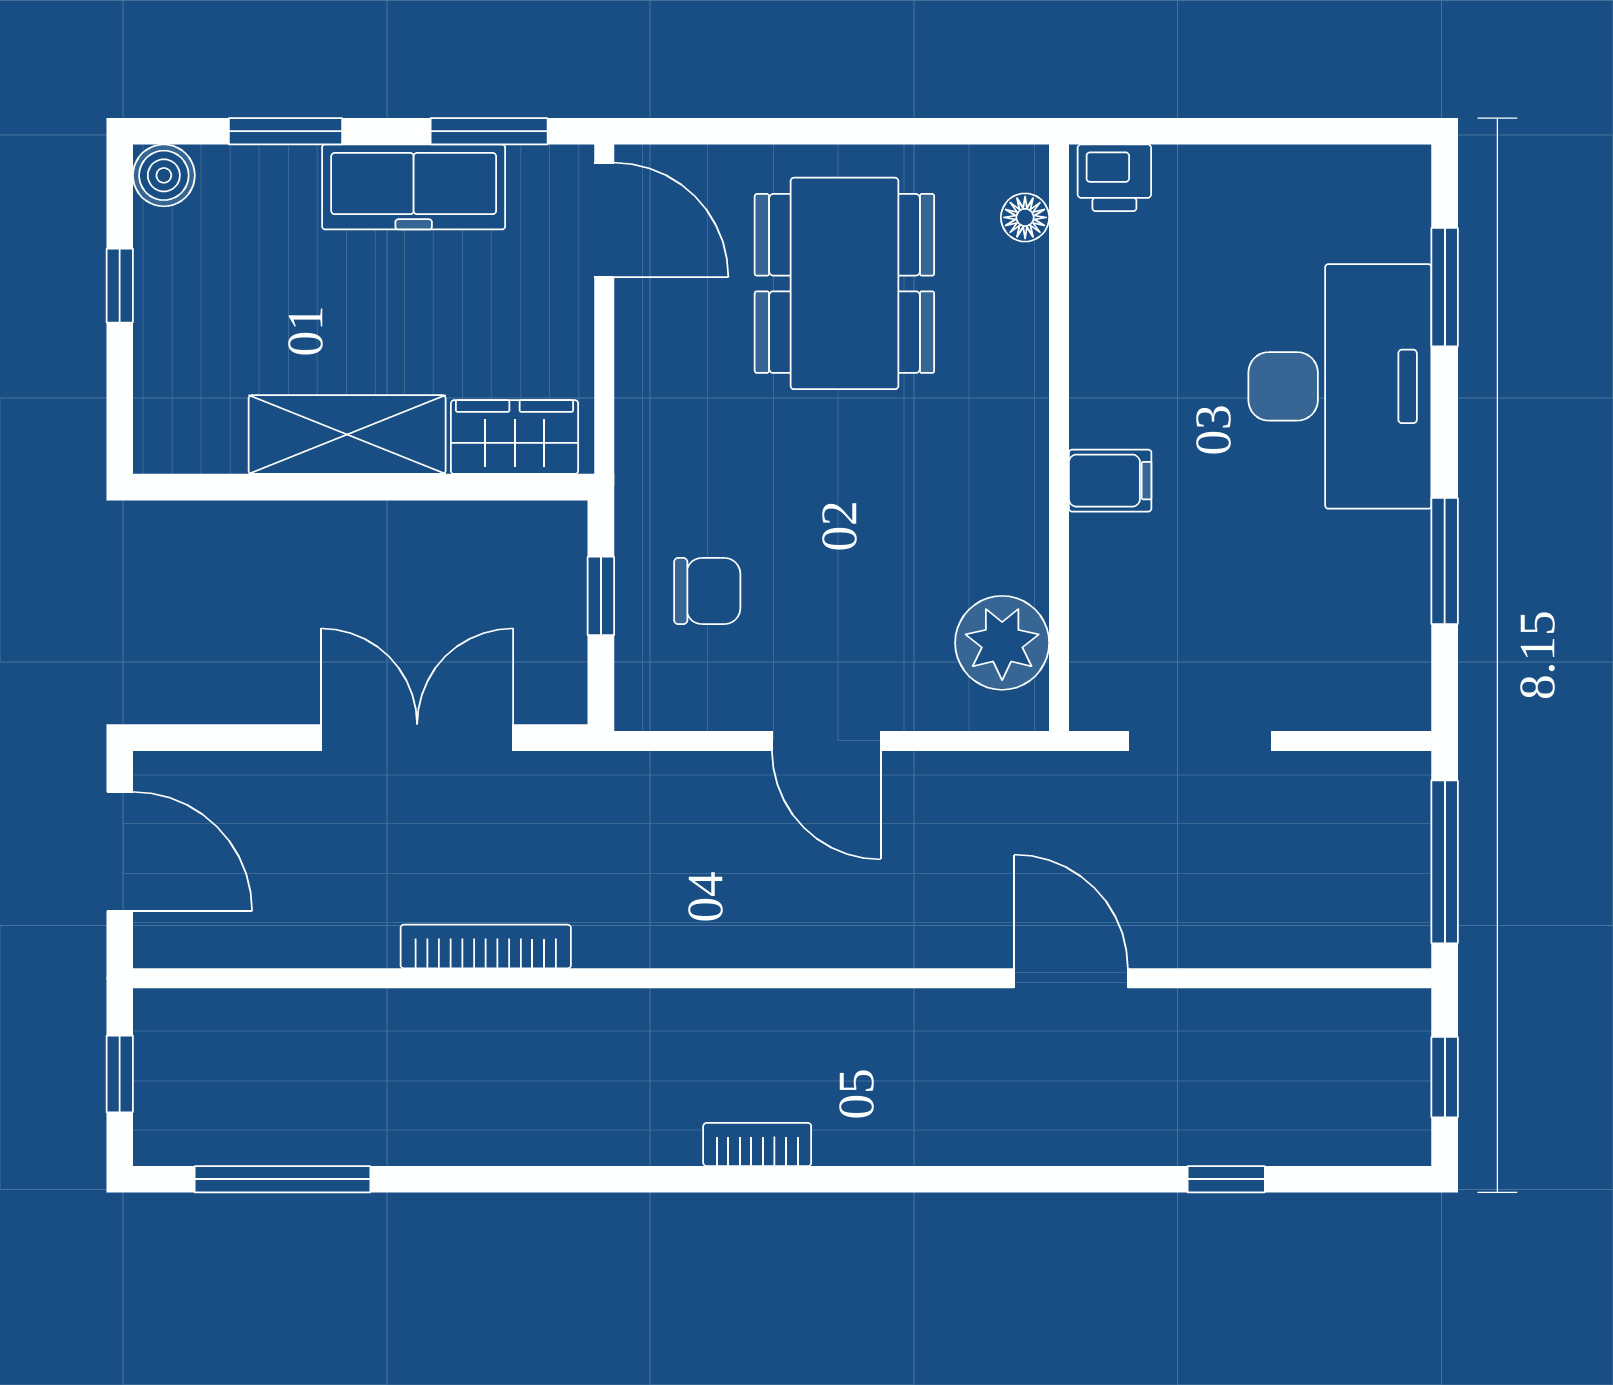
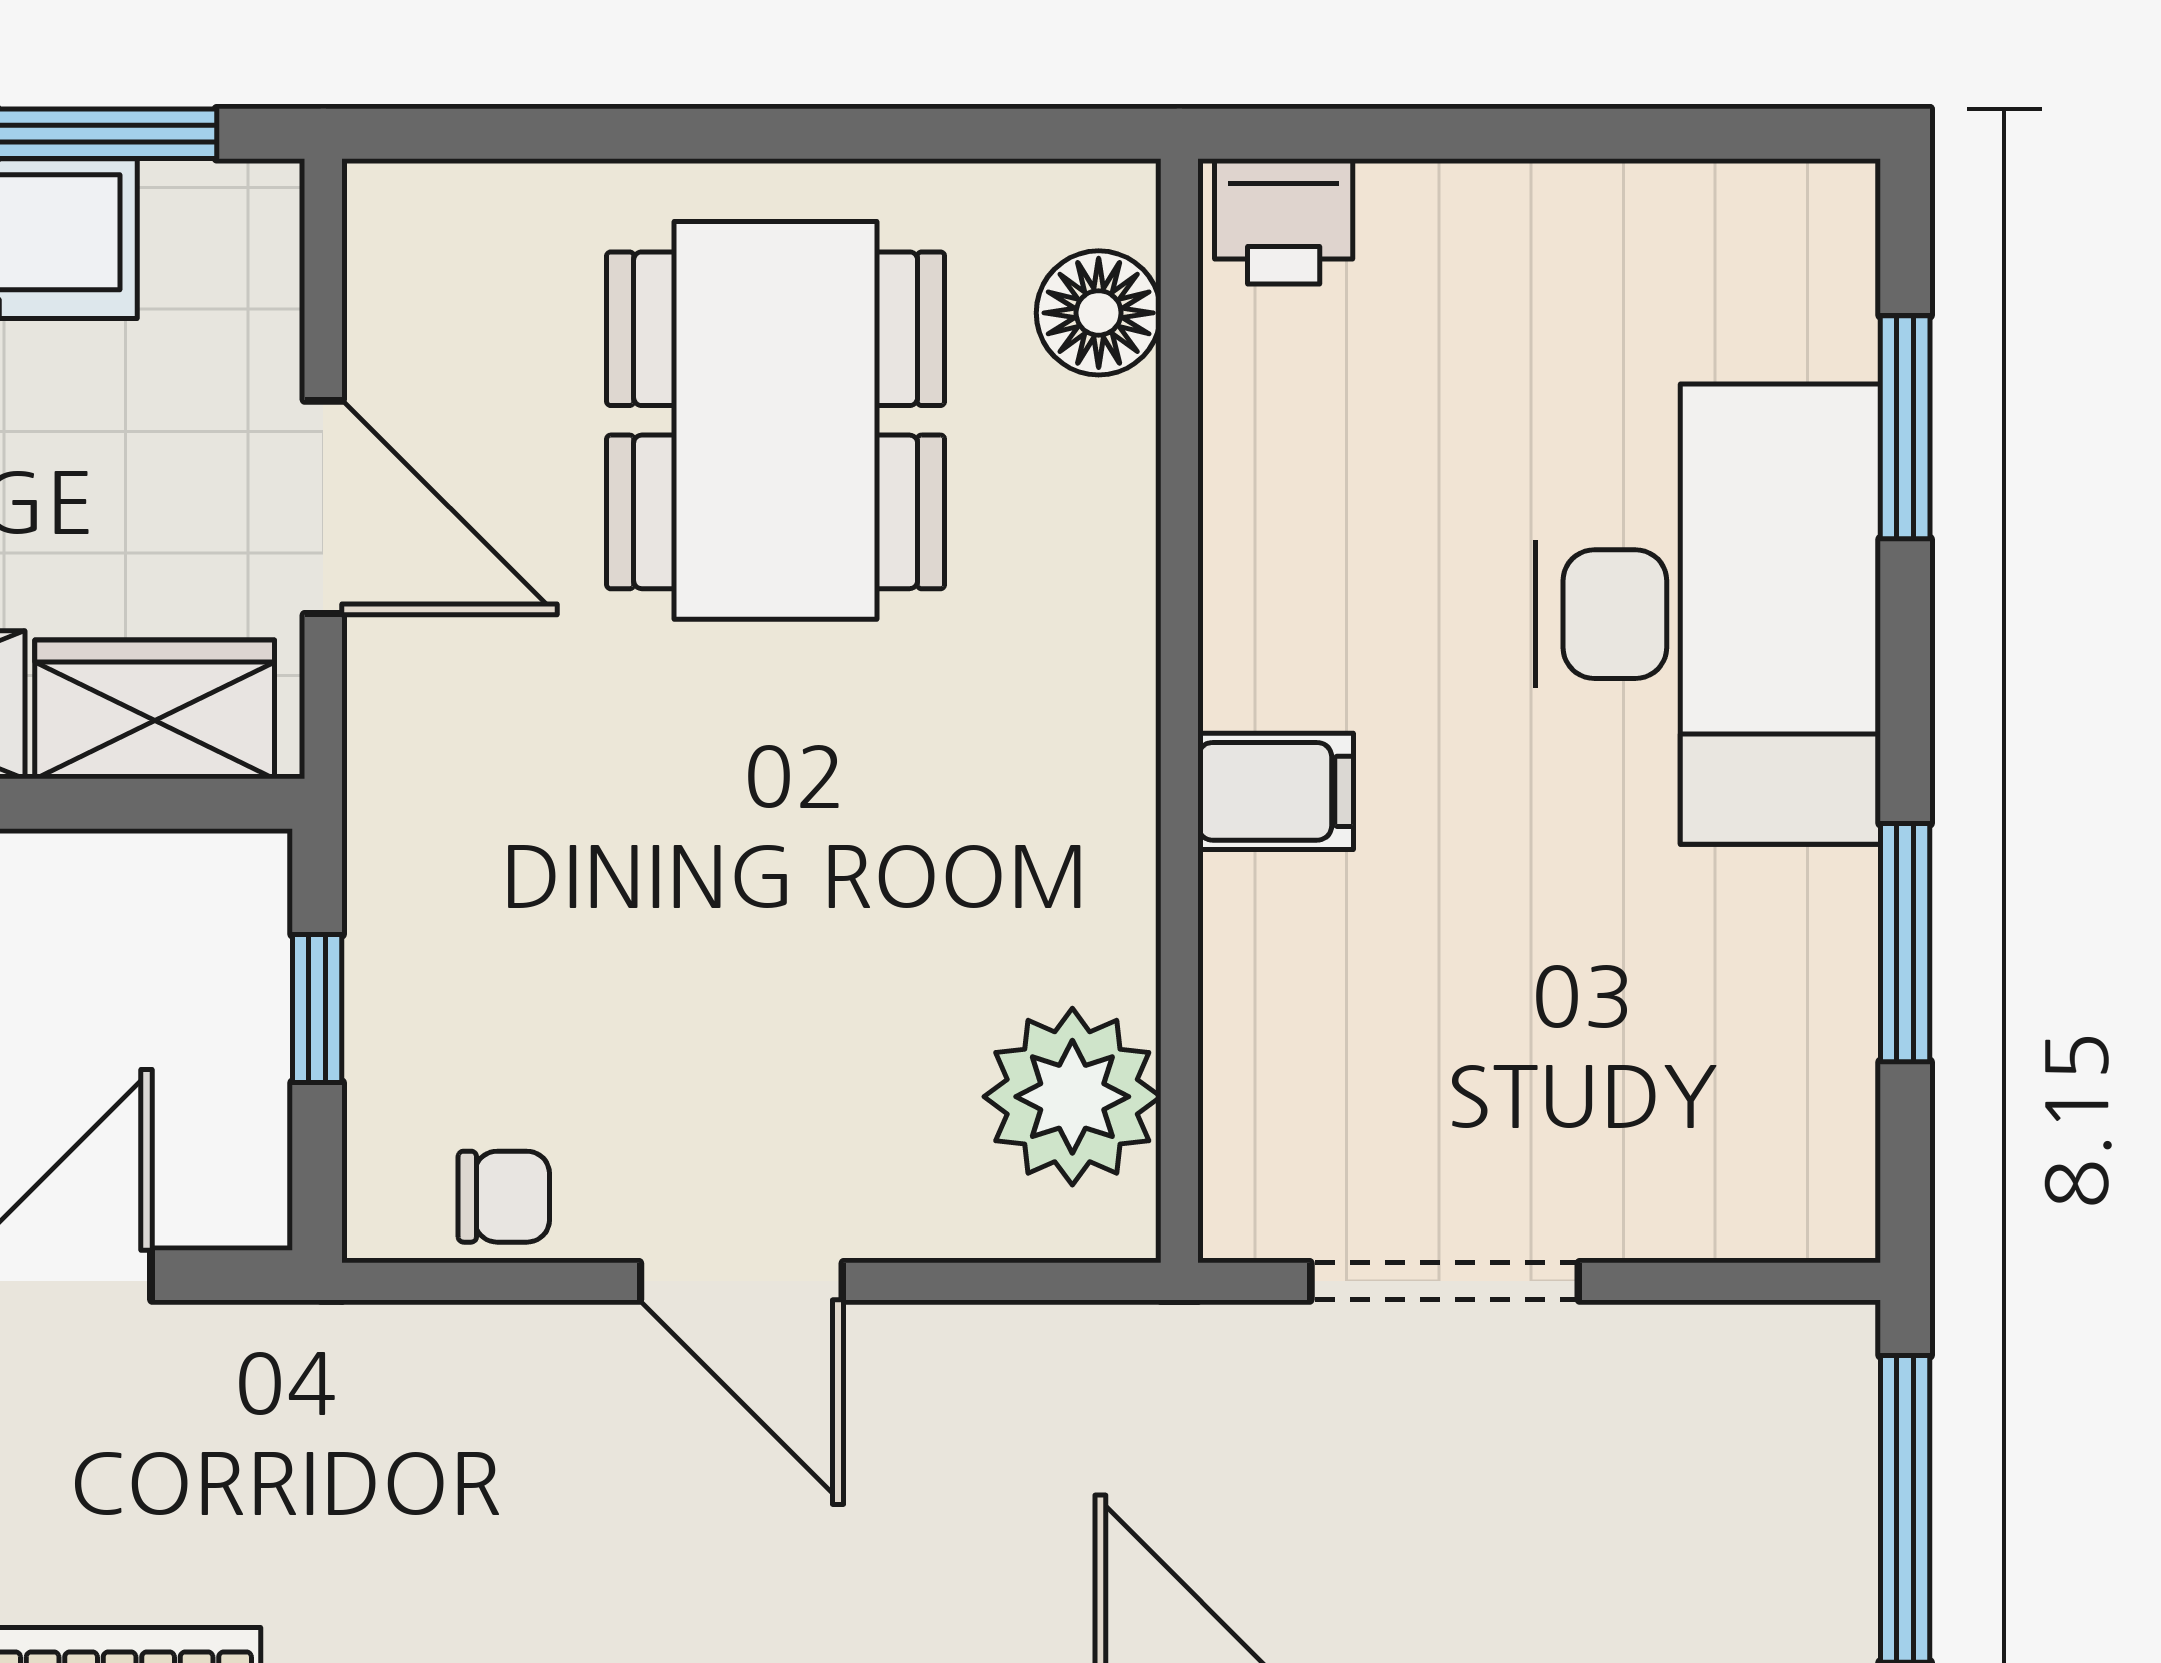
floor lamp: (1025, 217) -> (1099, 313), width x1.37, depth x1.37
door: (604, 220) -> (323, 507), moved
chair: (707, 591) -> (504, 1197), moved, width x0.73, depth x0.73

